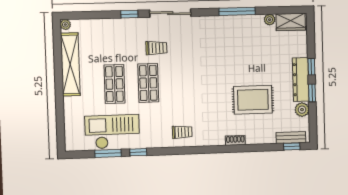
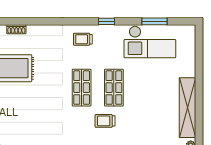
shop shelf: (114, 84) -> (82, 88), moved
shoe rack: (235, 140) -> (16, 29), moved
window: (138, 152) -> (107, 21), moved

